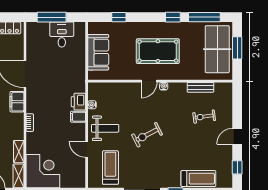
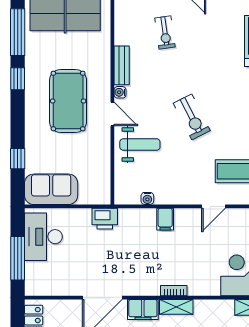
desk: (62, 34) -> (43, 237), width x1.37
sofa: (98, 52) -> (51, 189), moved
bench: (201, 87) -> (122, 65), moved
printer: (78, 102) -> (105, 219), moved
weight bench: (105, 128) -> (140, 144), moved, turned 90
shelving: (19, 152) -> (176, 307), moved

